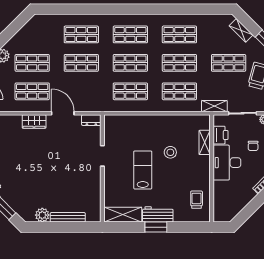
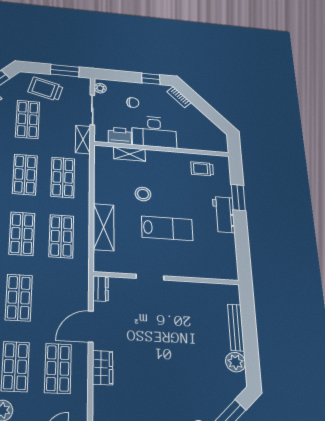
lab bench: (143, 170) -> (167, 228), turned 180
shelving: (123, 215) -> (104, 227), moved
window: (156, 227) -> (238, 197), moved

